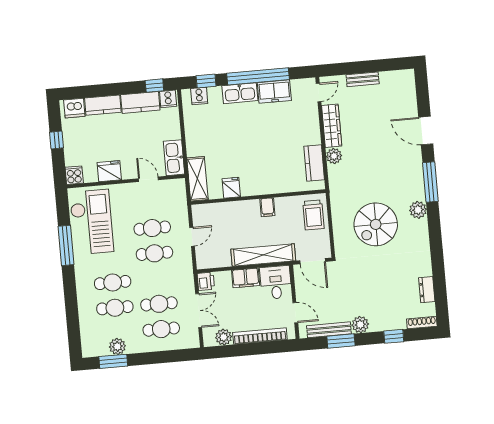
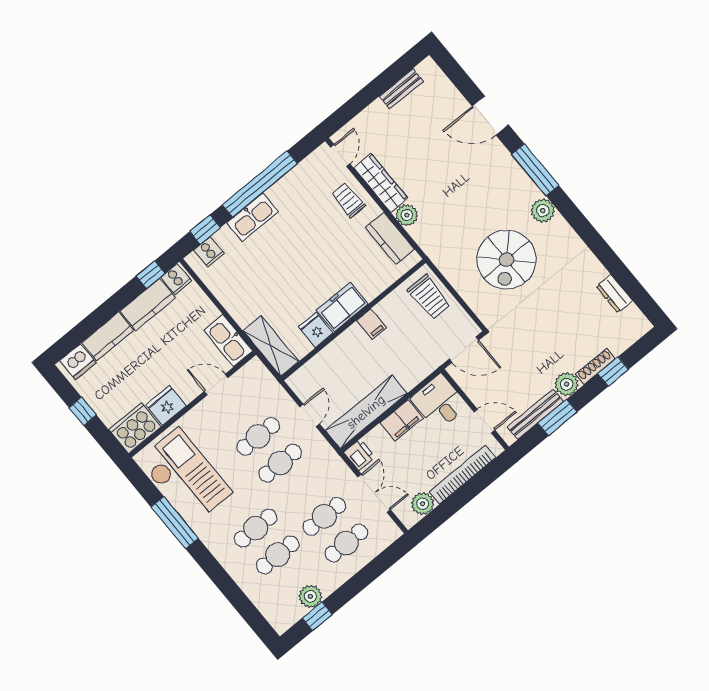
bench: (363, 79) -> (401, 89), moved
freezer: (274, 92) -> (342, 307), moved, turned 180
trolley: (305, 123) -> (348, 200), added
cooker: (74, 175) -> (135, 428), width x1.87, depth x1.31
shelving: (263, 255) -> (366, 412), moved
shoe rack: (422, 323) -> (595, 366), moved
window: (113, 361) -> (317, 616), width x0.67

